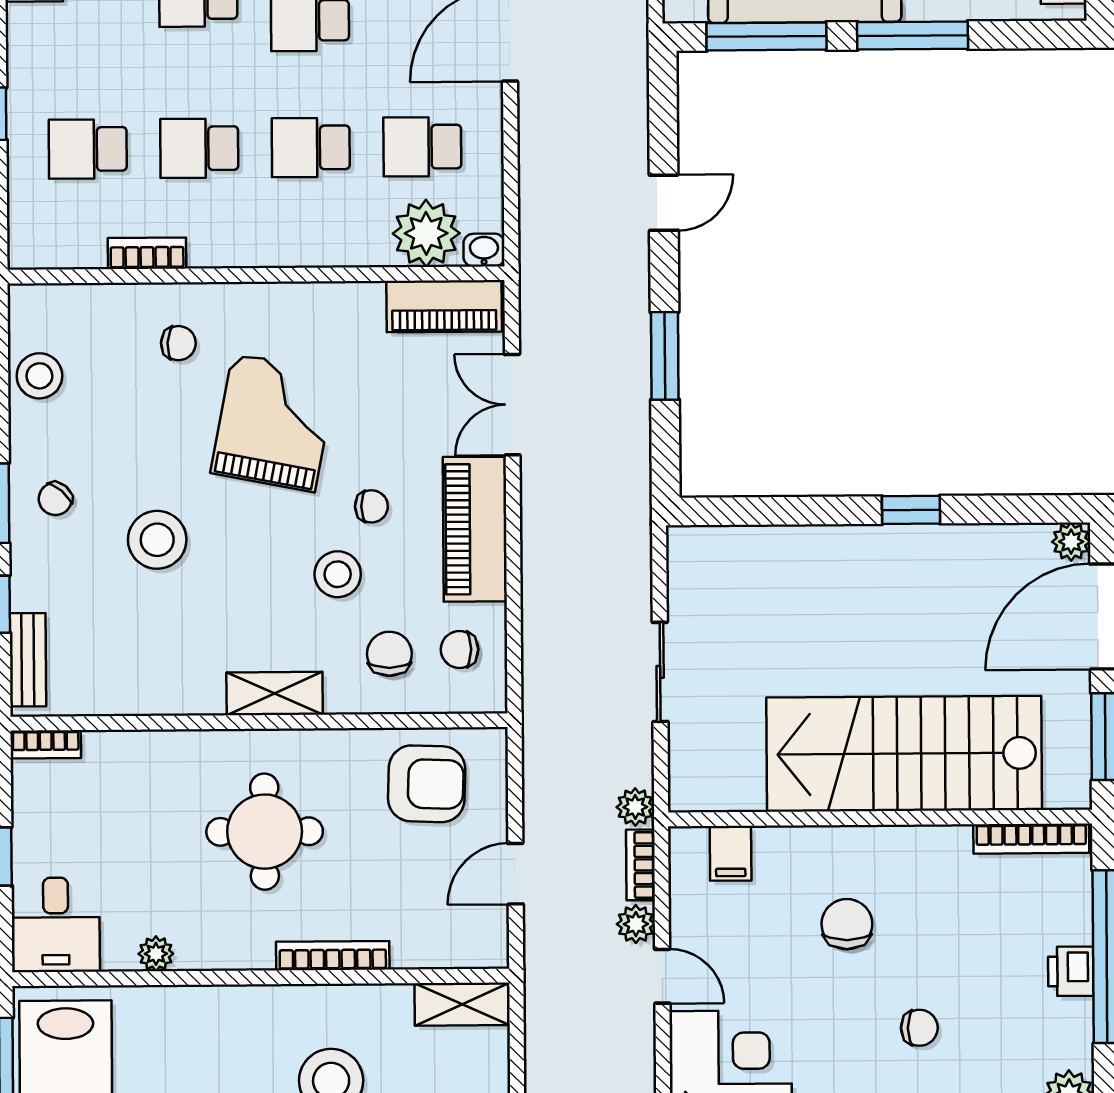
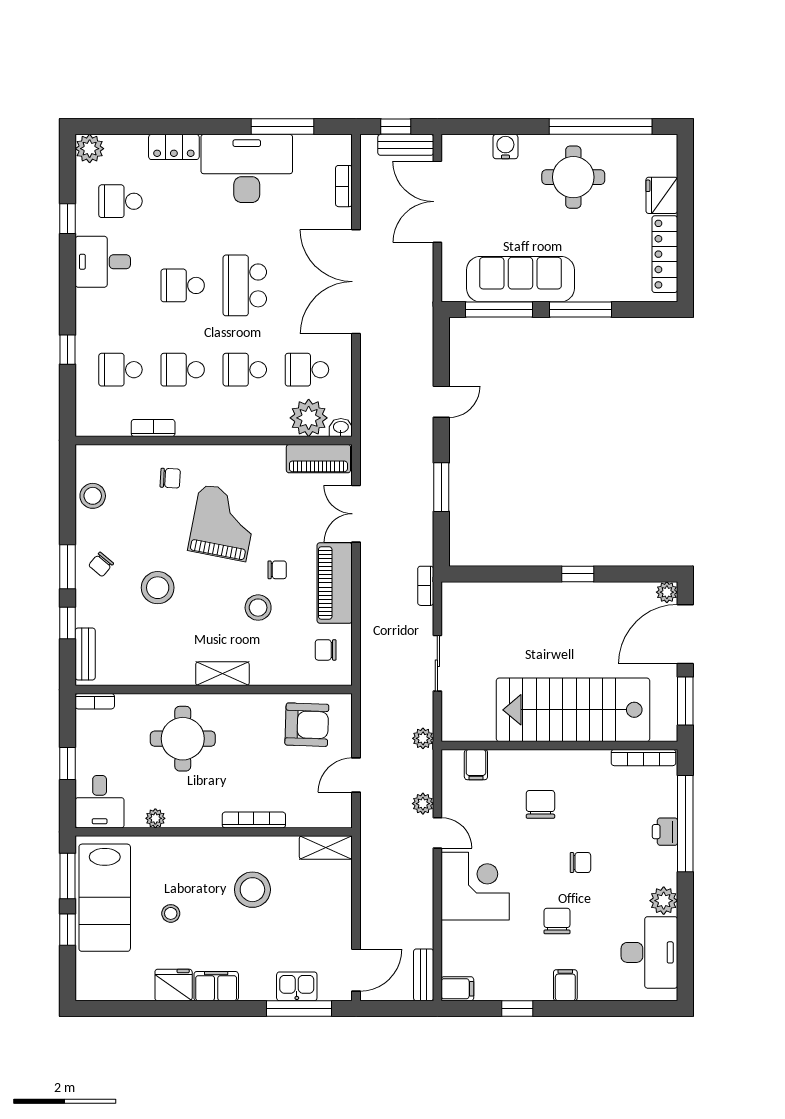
chair: (389, 654) -> (287, 652), removed
round table: (265, 832) -> (183, 739), moved
bookcase: (640, 865) -> (426, 586), moved

